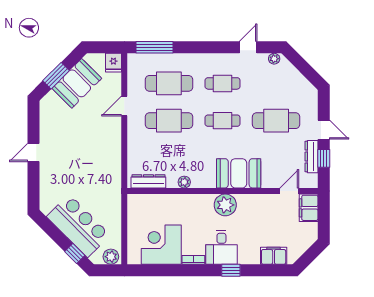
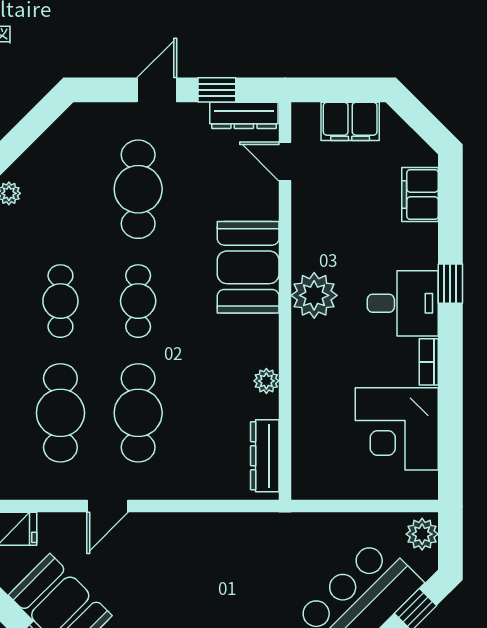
door: (124, 106) -> (108, 506), hinge flipped
dresser: (311, 157) -> (244, 115), moved
filing cabinet: (309, 208) -> (350, 121), moved

